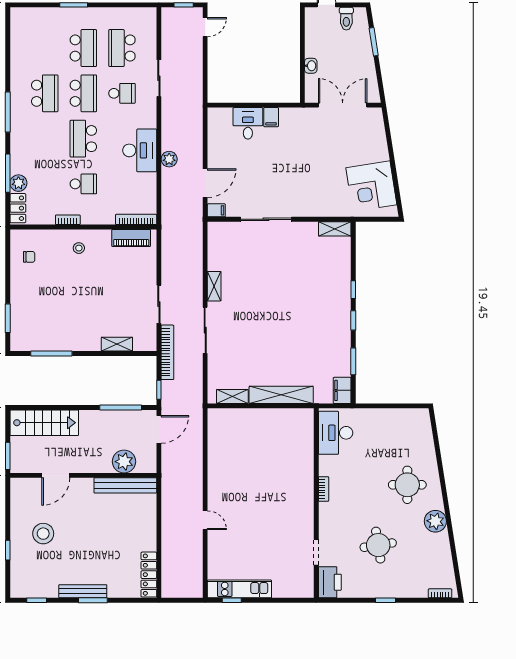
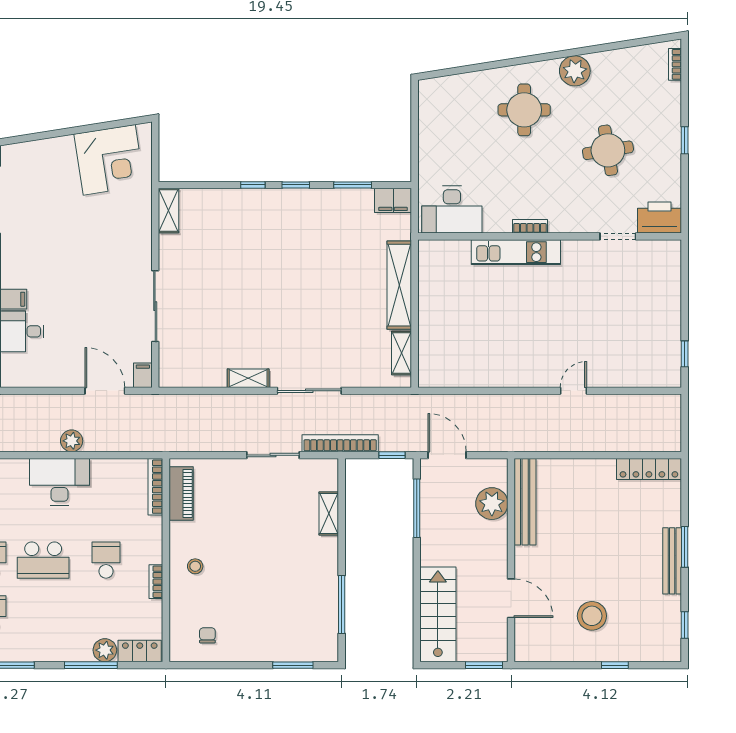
kitchen unit: (239, 589) -> (516, 252), moved, turned -90

